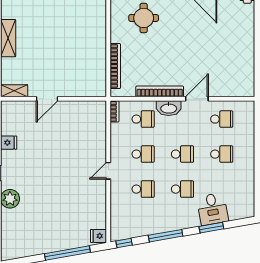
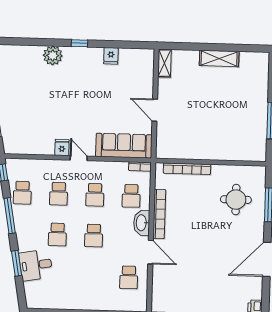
door: (47, 99) -> (155, 110), moved
sofa: (95, 128) -> (124, 146), added
school desk: (222, 154) -> (22, 193), moved
fridge: (98, 236) -> (62, 148), moved

